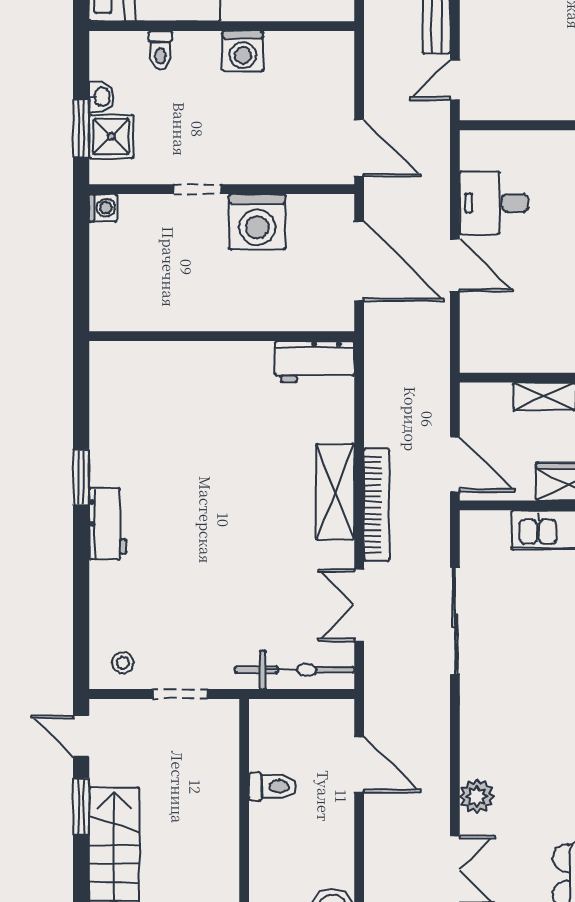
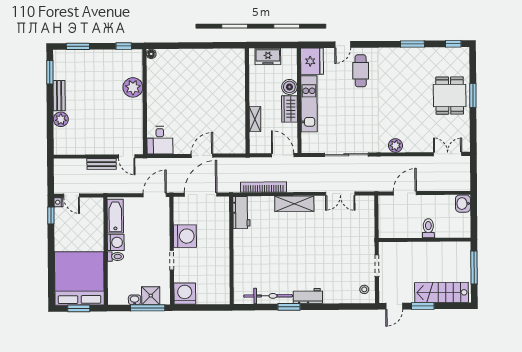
toilet: (160, 50) -> (115, 257), moved
bathtub: (308, 51) -> (115, 216), added
window: (81, 129) -> (148, 308), width x1.44
desk: (494, 203) -> (160, 140), moved
washing machine: (103, 208) -> (185, 294), width x1.89, depth x1.89
door: (455, 464) -> (283, 155), hinge flipped
bookcase: (377, 505) -> (263, 187), moved
bicycle: (295, 670) -> (268, 296), moved, turned 90
toilet: (273, 787) -> (428, 228), moved
plant: (477, 797) -> (395, 146), moved

